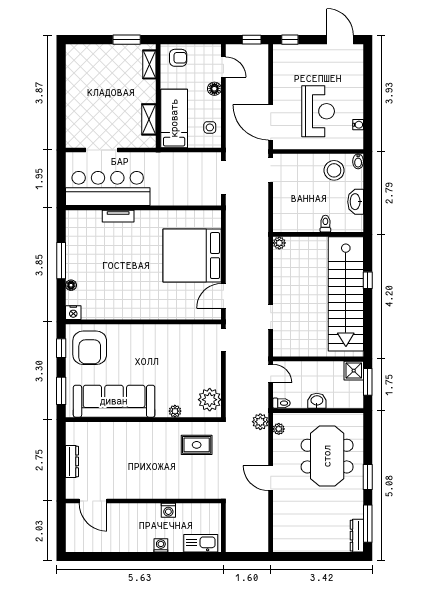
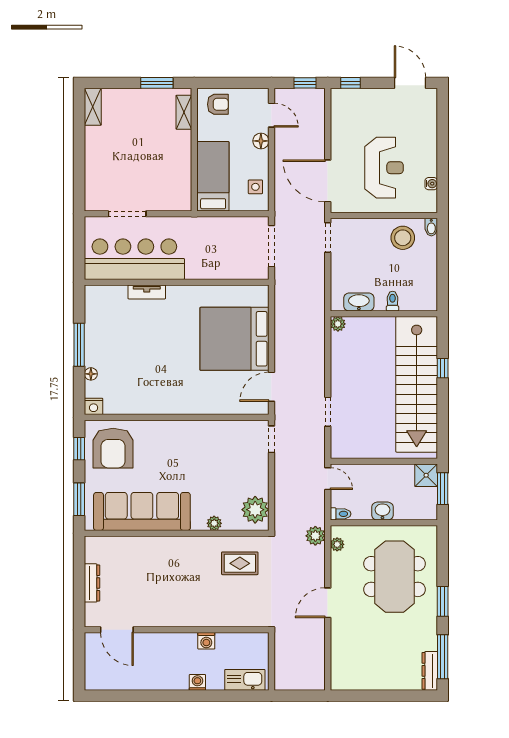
shelving: (149, 119) -> (93, 107), moved
washbasin: (356, 202) -> (359, 302), moved, turned 90
door: (271, 478) -> (328, 603), hinge flipped

